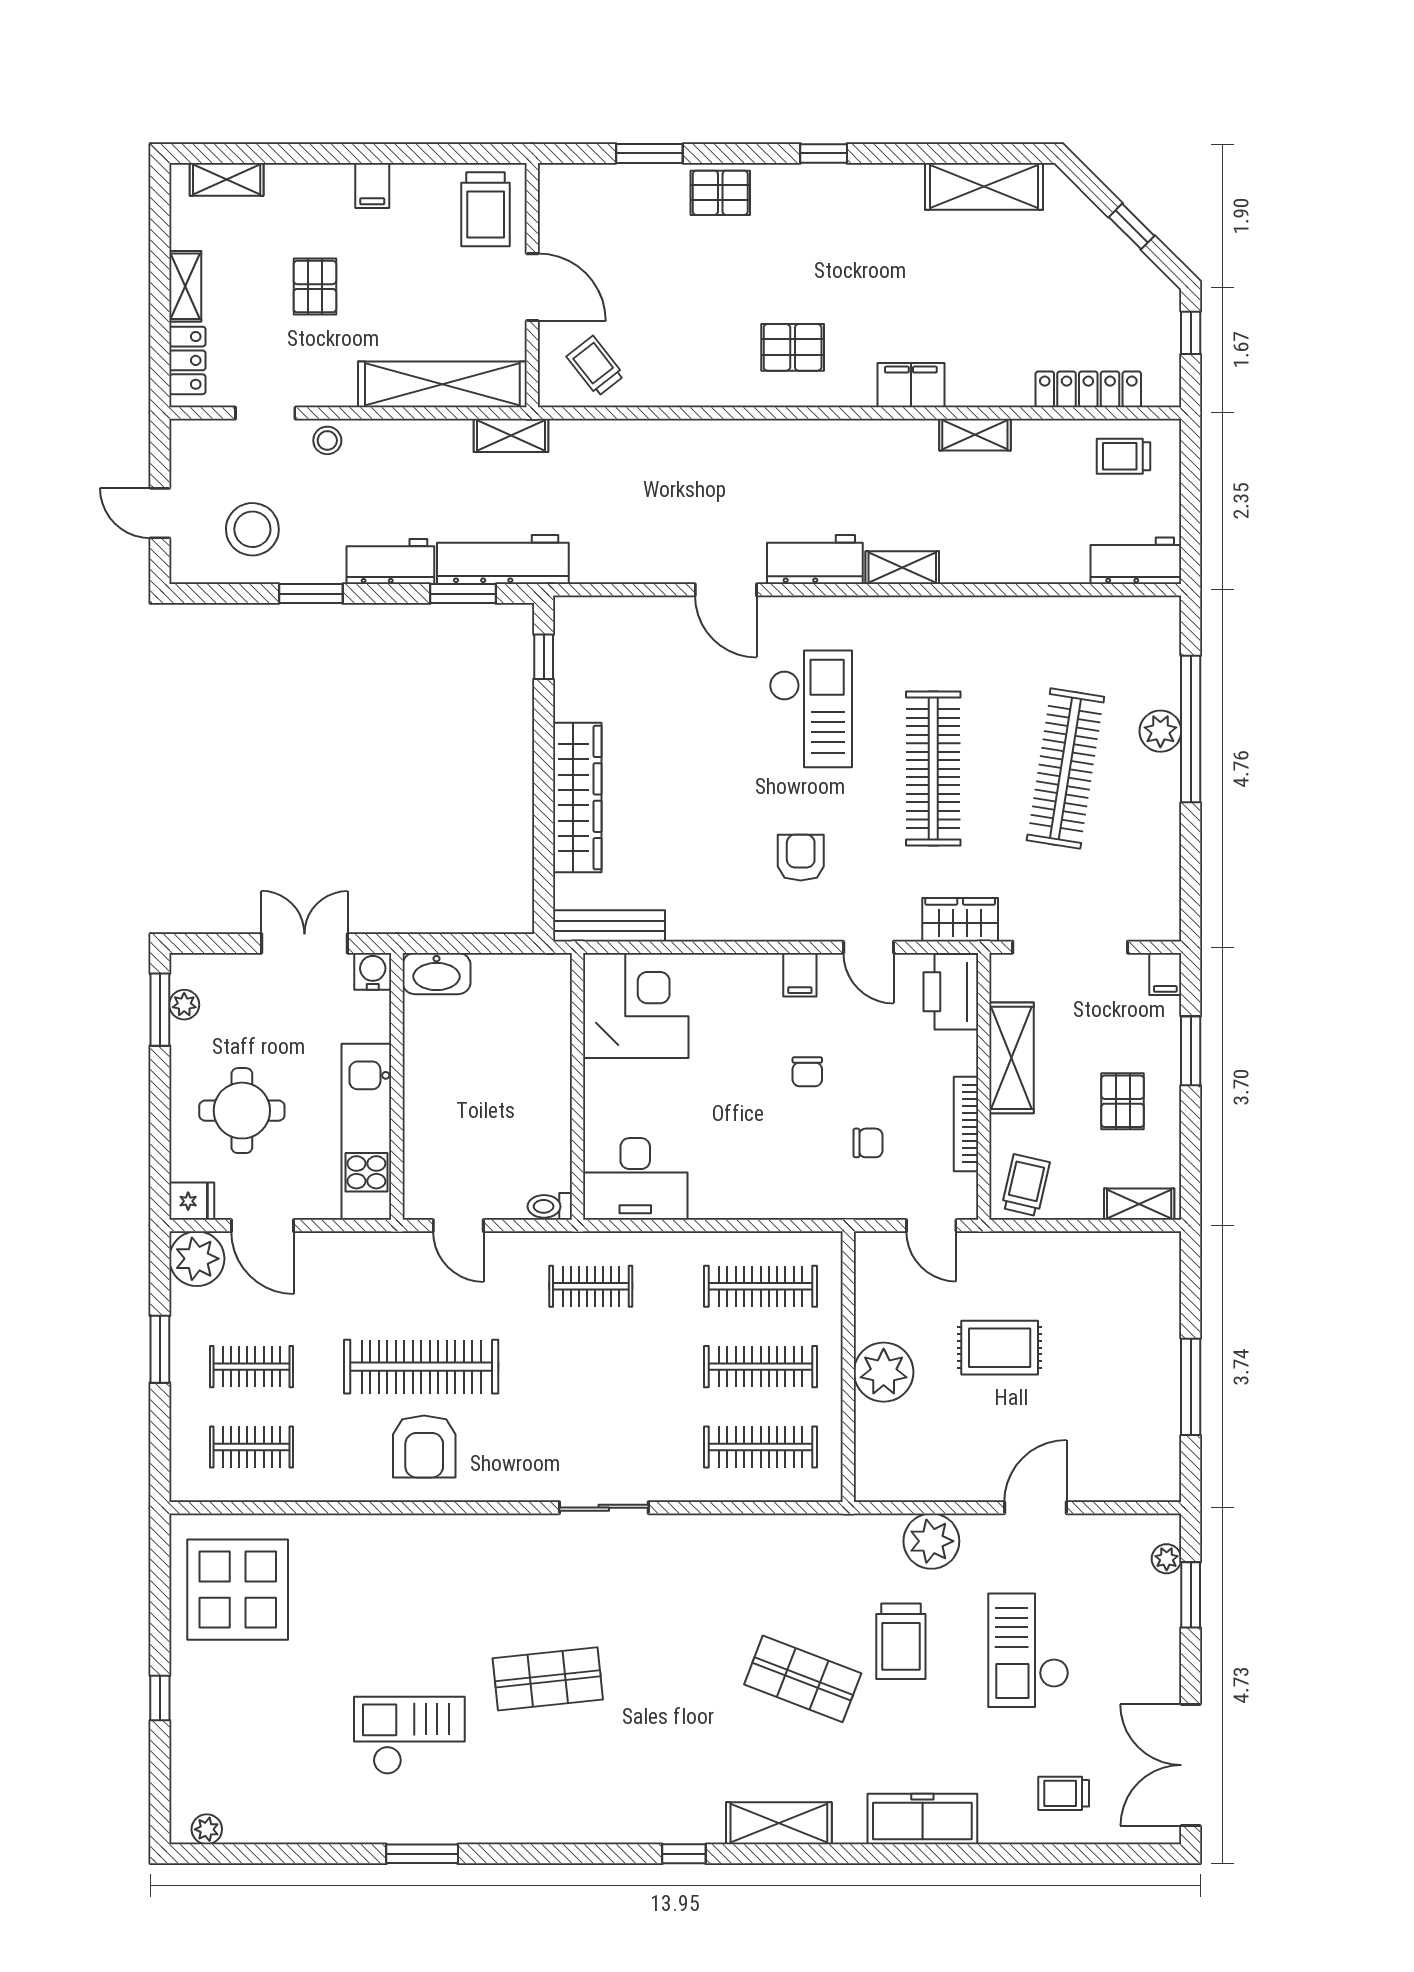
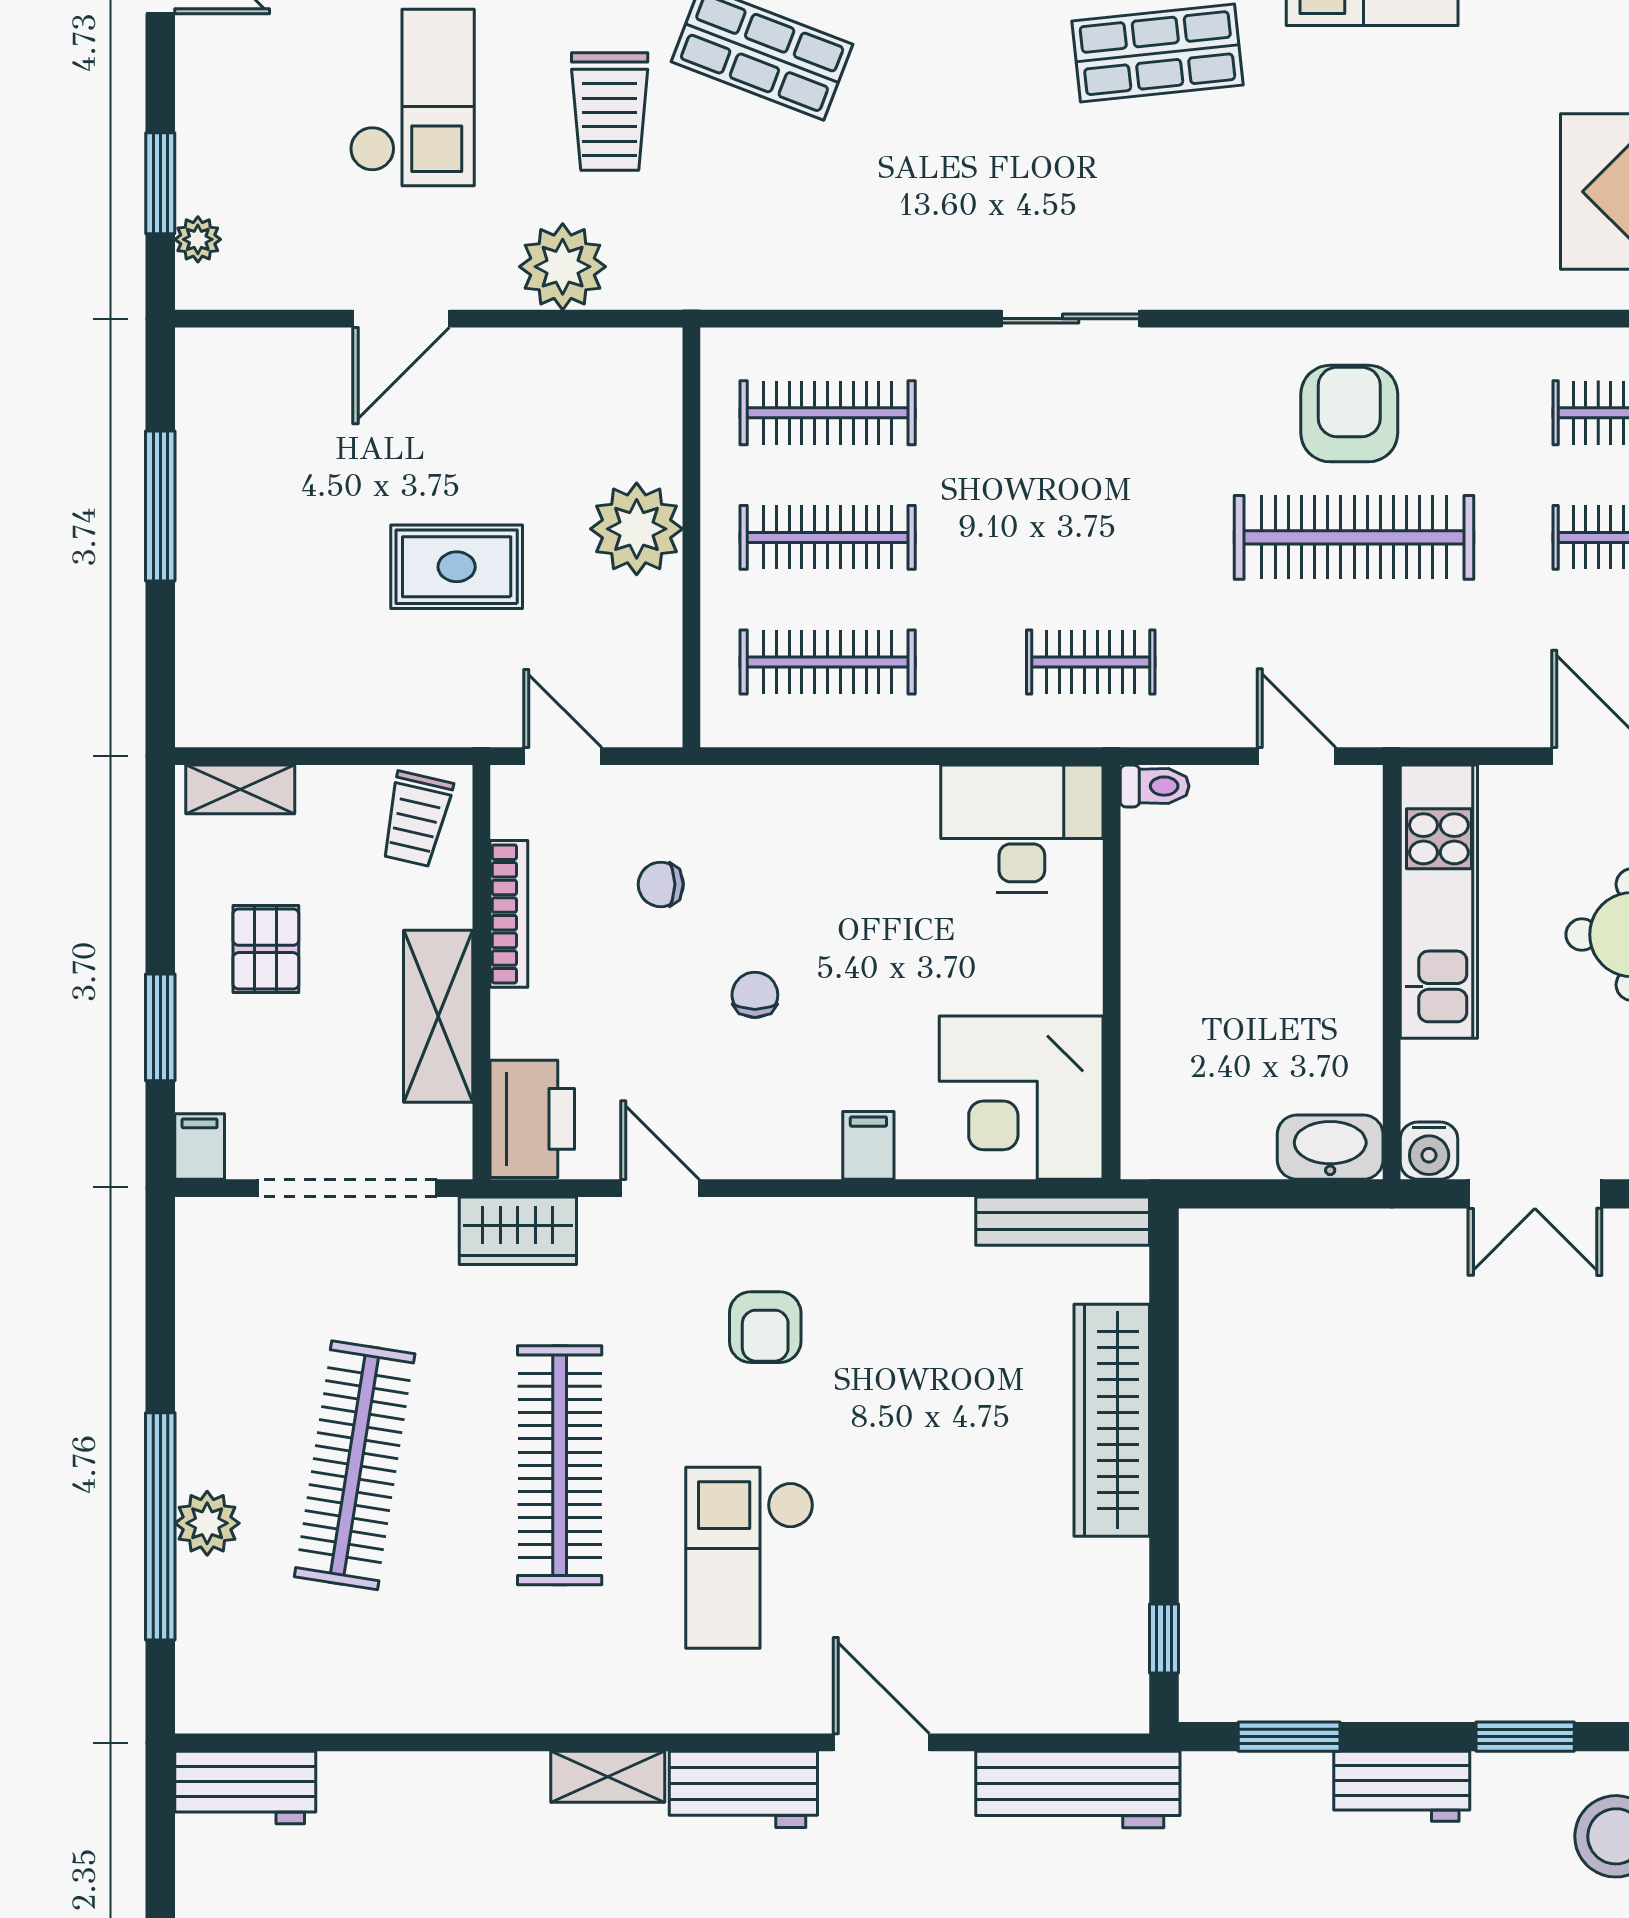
workbench: (503, 559) -> (1078, 1790), moved
filing cabinet: (800, 975) -> (868, 1145), moved
trolley: (901, 1641) -> (610, 112), turned 180

